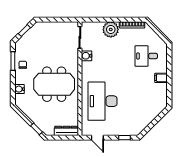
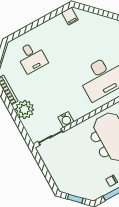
filing cabinet: (161, 78) -> (70, 16), moved

